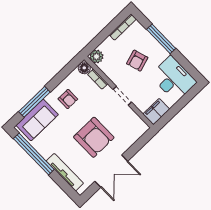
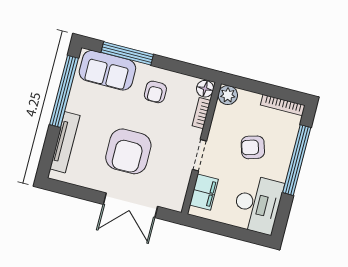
window: (161, 39) -> (297, 160), width x1.46
filing cabinet: (156, 112) -> (204, 192), moved, turned 90
double door: (111, 171) -> (130, 205), moved

